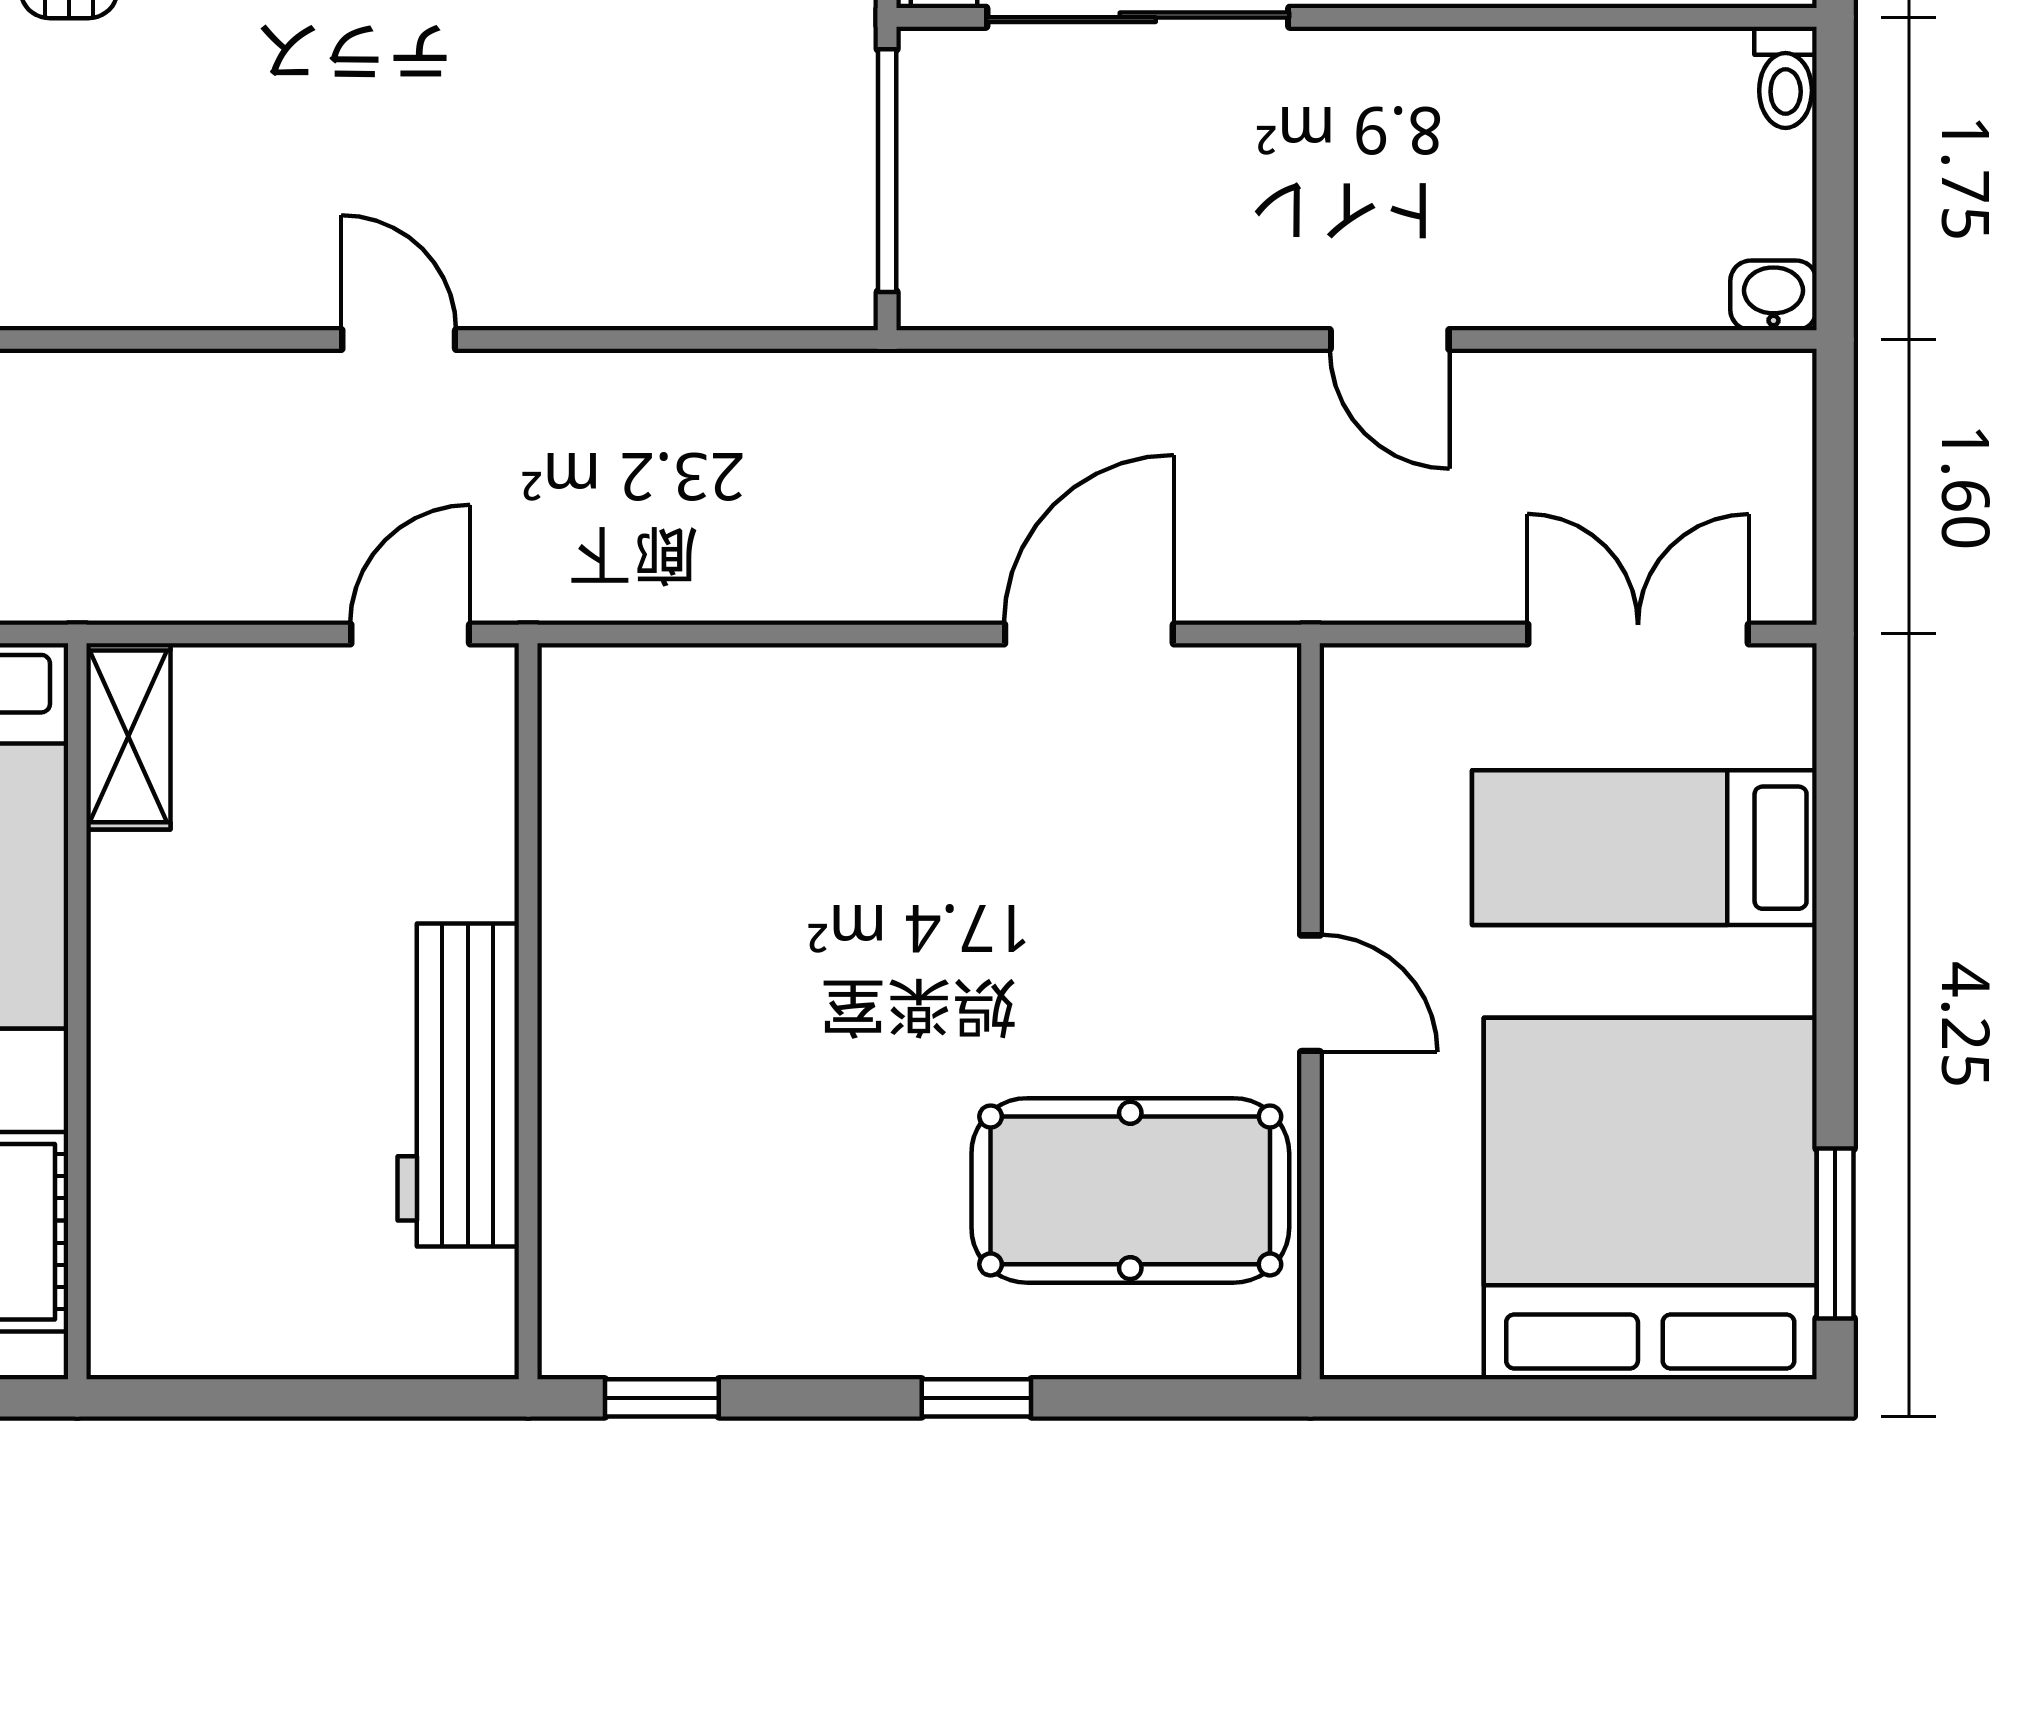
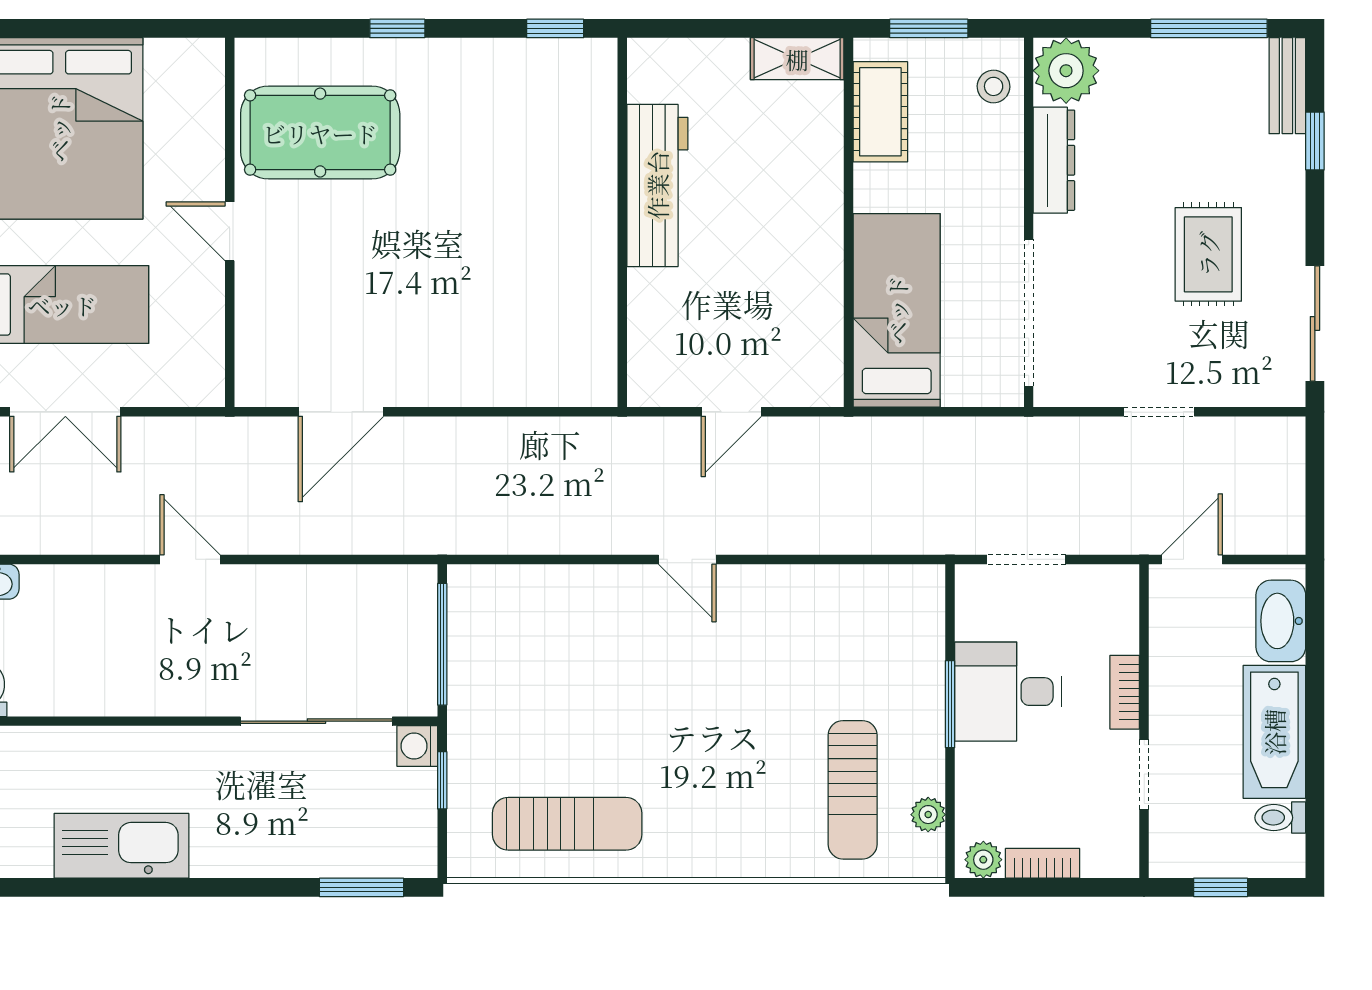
door: (410, 634) -> (731, 412), moved
shelving: (128, 736) -> (797, 59), moved, turned 90

